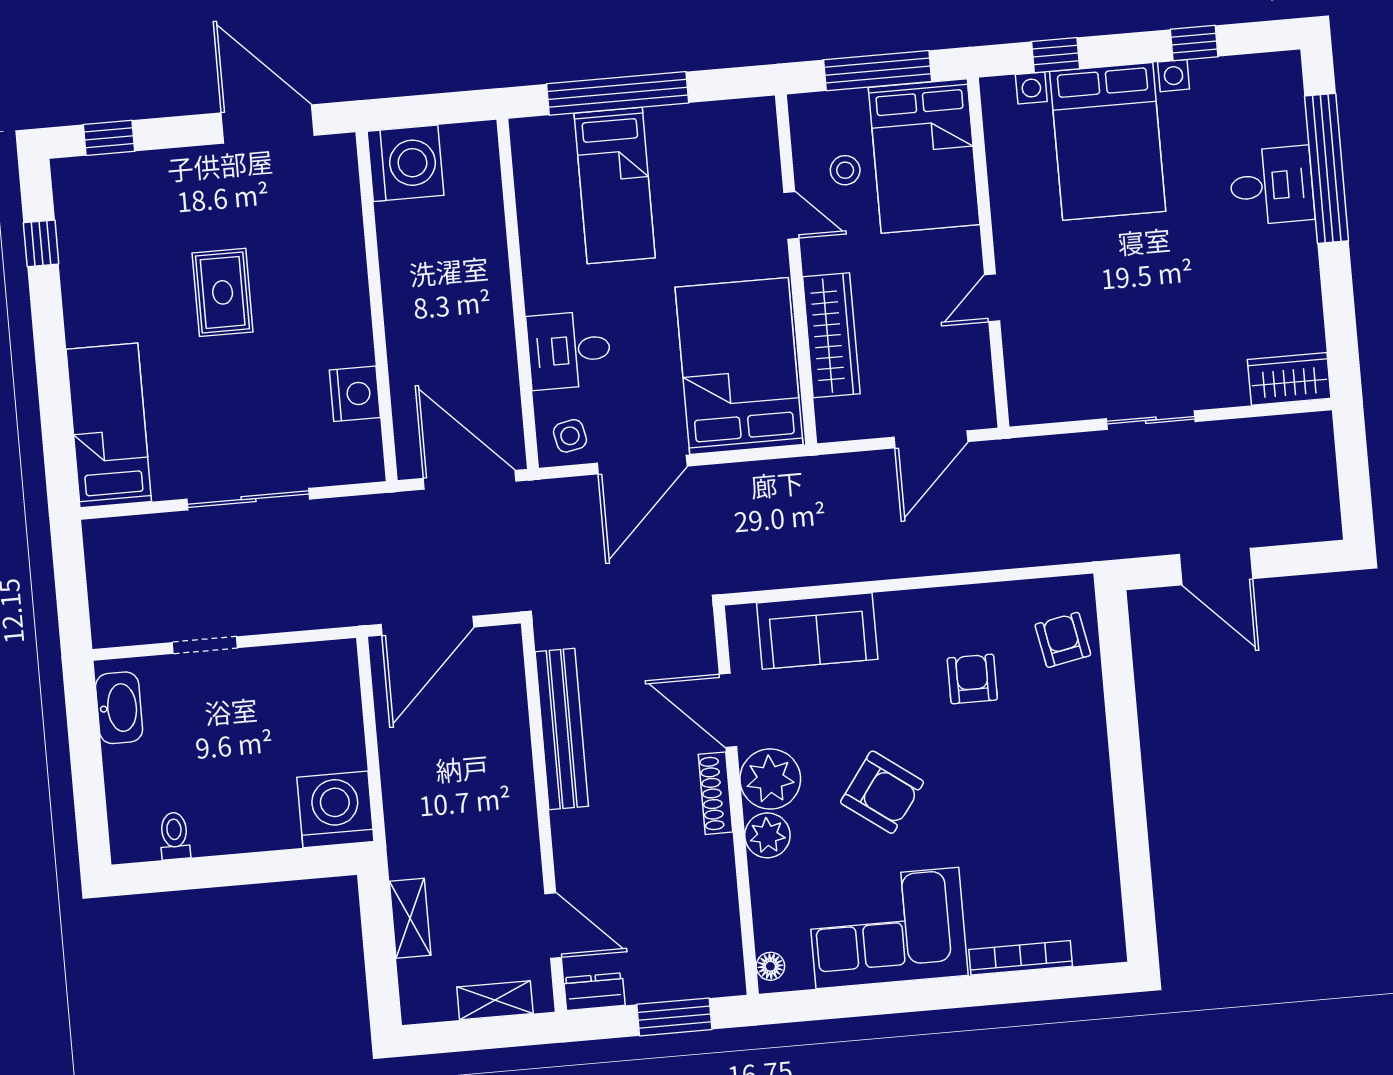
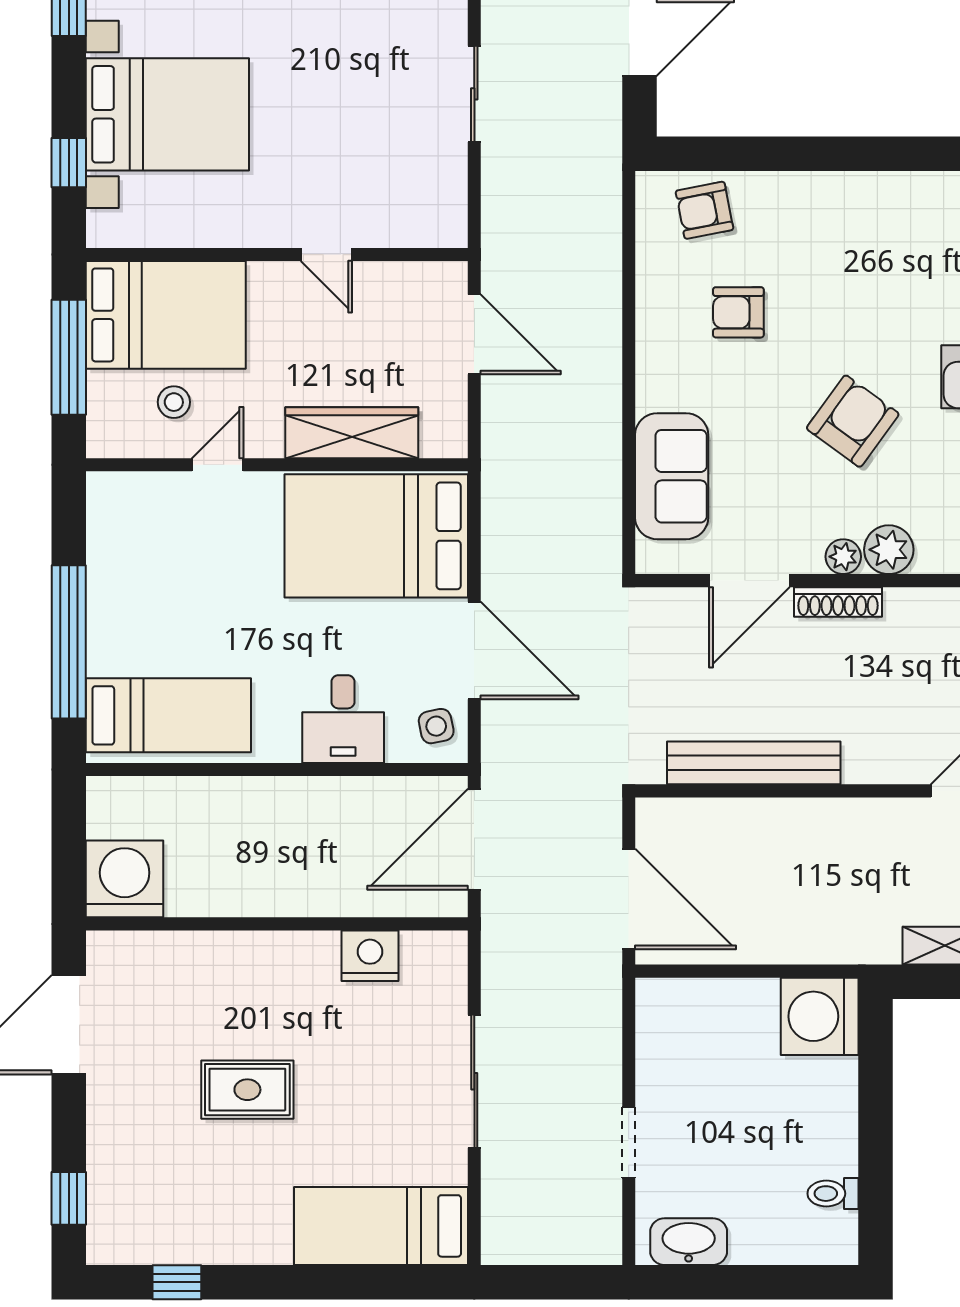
bed: (615, 185) -> (168, 715), moved
plant: (770, 779) -> (843, 557), width x0.53, depth x0.53

